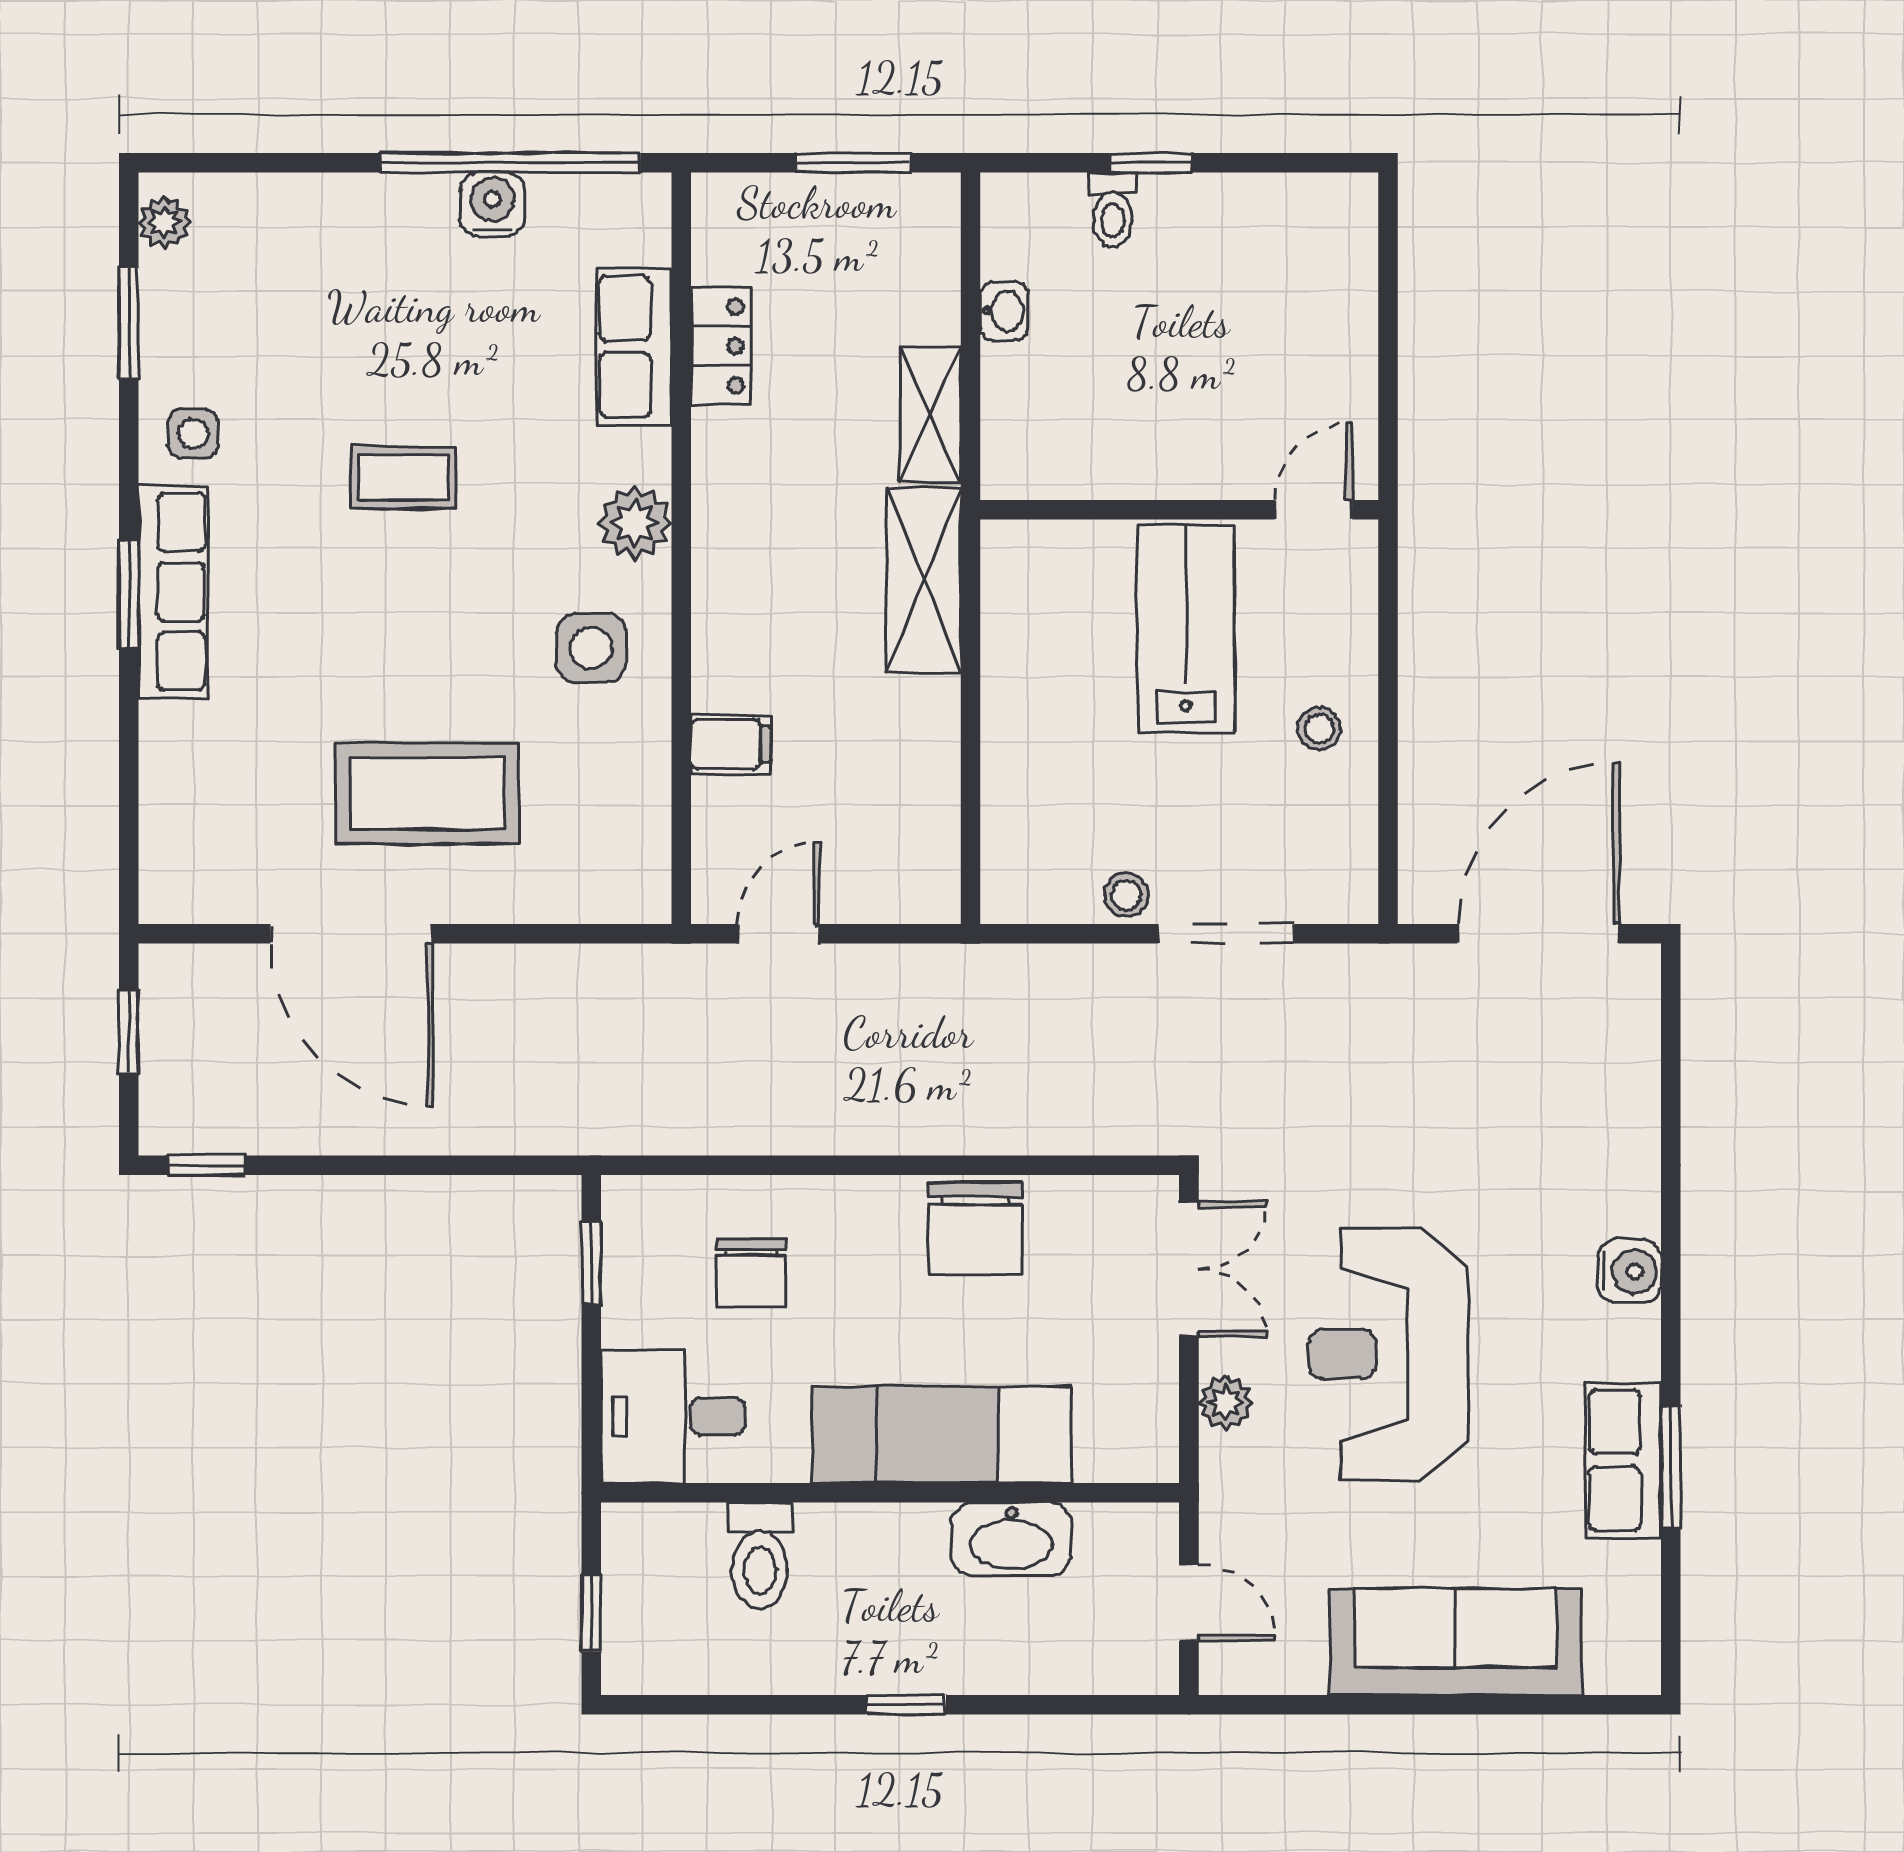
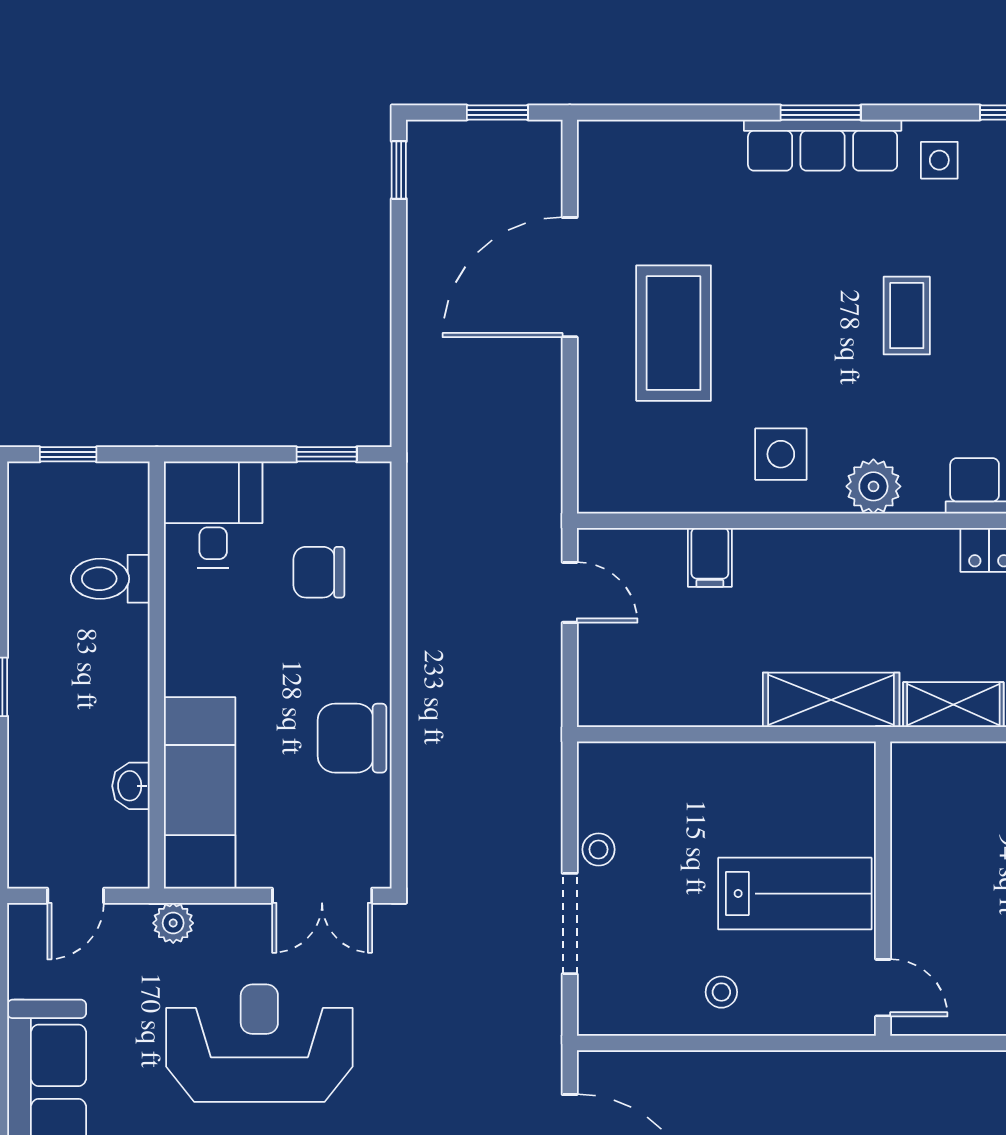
plant: (1226, 1403) -> (173, 923), moved
exam couch: (942, 1435) -> (200, 793), moved
washbasin: (1011, 1539) -> (131, 786), width x0.52, depth x0.69

